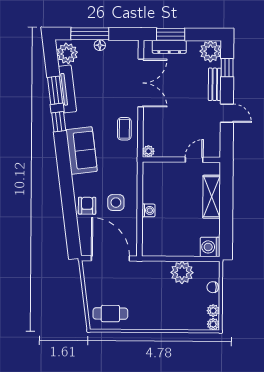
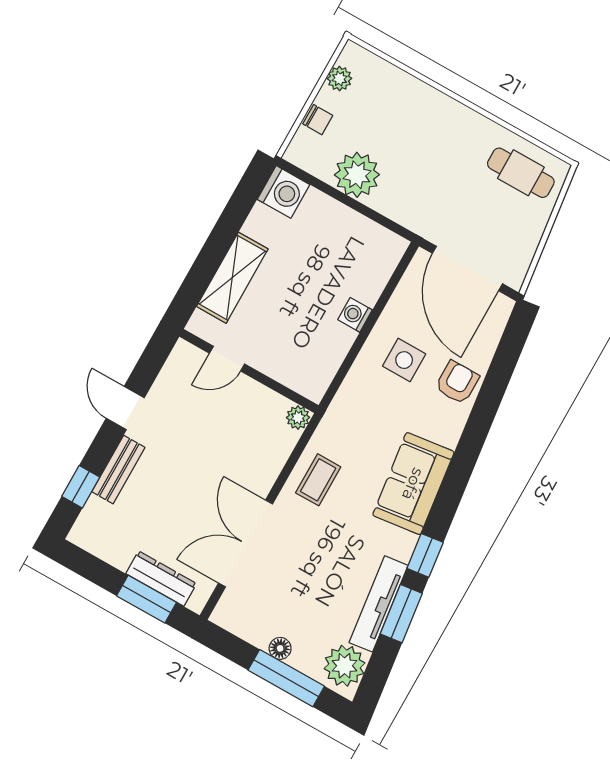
plant: (210, 51) -> (94, 531), removed
armchair: (87, 206) -> (457, 382), turned 180
plant: (213, 324) -> (353, 55), removed

